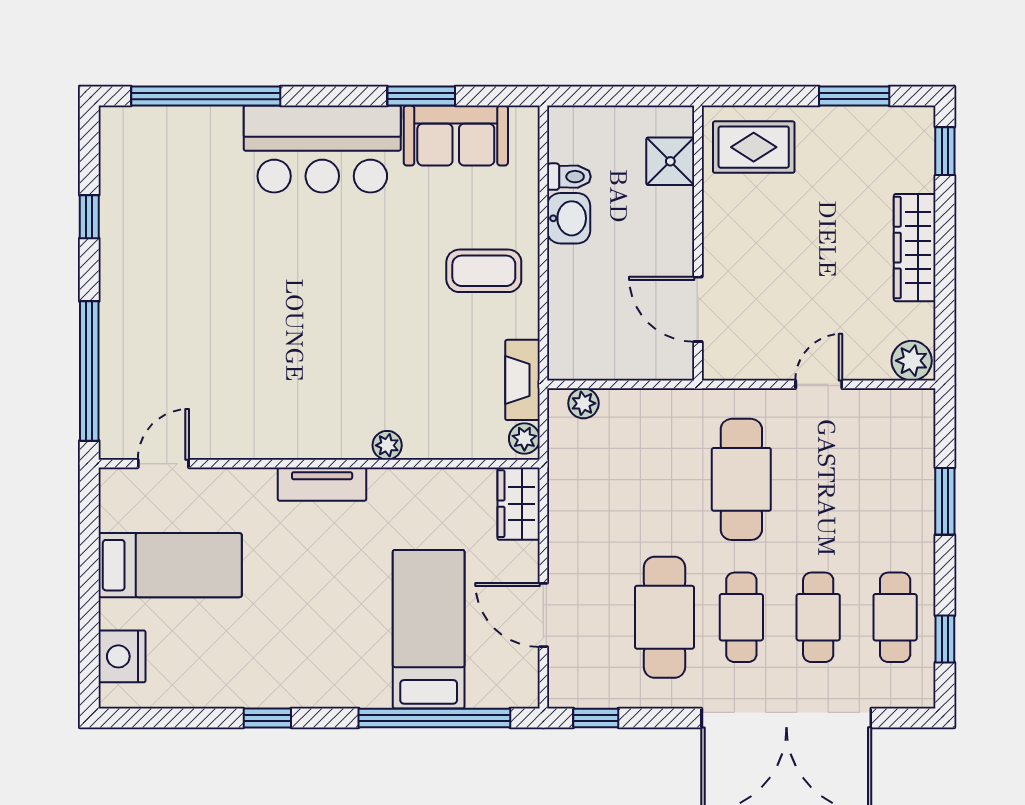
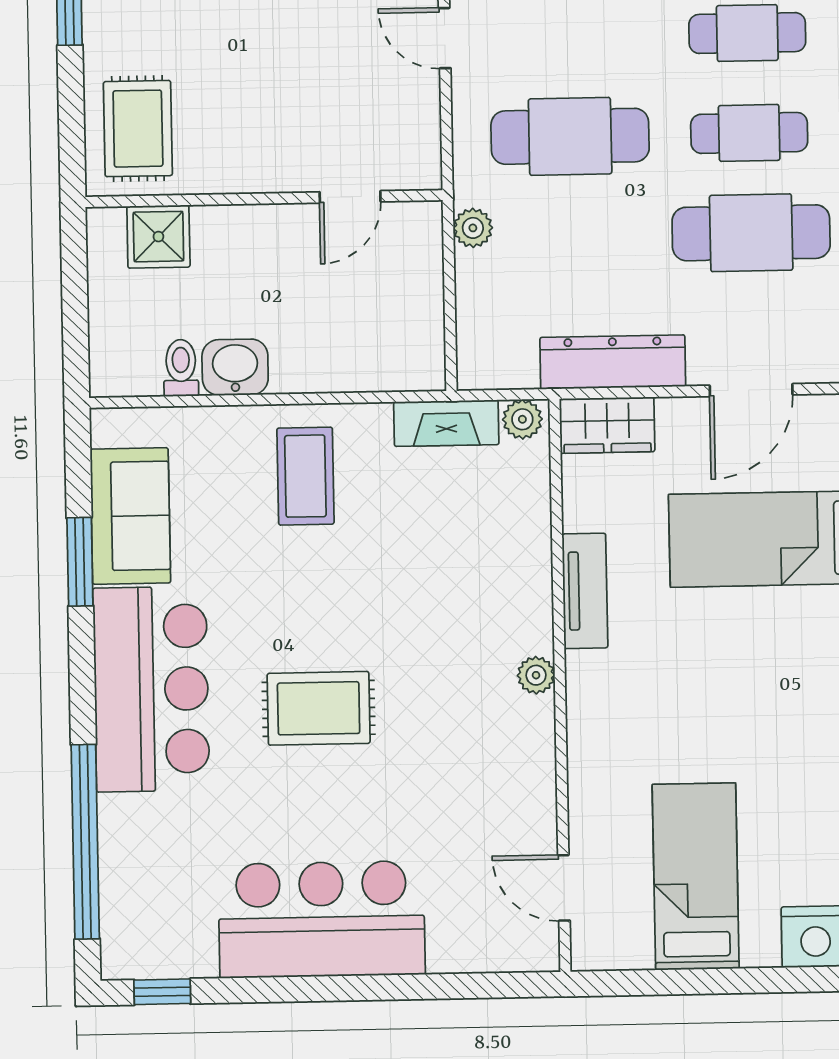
window: (89, 217) -> (162, 992), moved
bar counter: (143, 277) -> (322, 919), added
rug: (305, 278) -> (319, 708), added
door: (698, 309) -> (350, 197), width x0.73
window: (89, 371) -> (445, 986), removed
plant: (583, 403) -> (473, 228), moved
plant: (387, 445) -> (536, 675), moved
tv unit: (322, 484) -> (585, 591), moved
dresser: (567, 509) -> (613, 362), added

